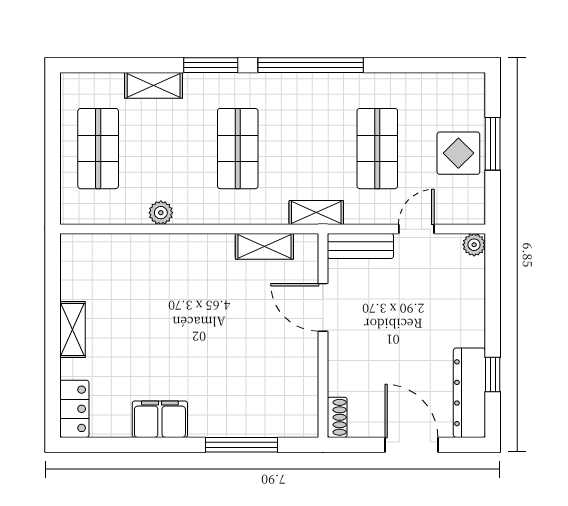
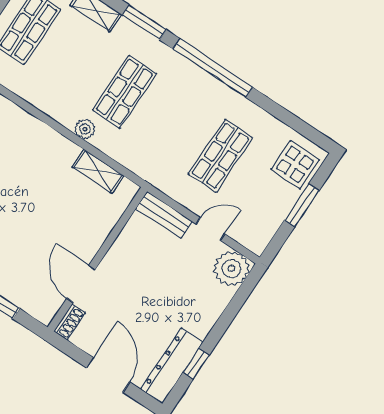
display table: (458, 153) -> (295, 164), moved
plant: (161, 213) -> (85, 129), moved
shelving: (316, 213) -> (149, 172), removed
plant: (474, 245) -> (231, 268), width x1.87, depth x1.87
door: (323, 307) -> (81, 284), moved

